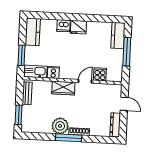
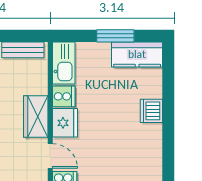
fridge: (78, 27) -> (65, 123), moved, turned 180
window: (22, 55) -> (115, 36), moved

